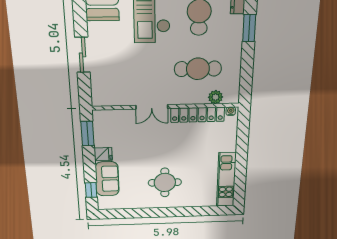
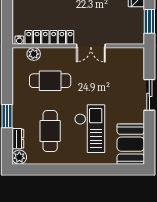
double door: (152, 107) -> (91, 46), swing flipped

